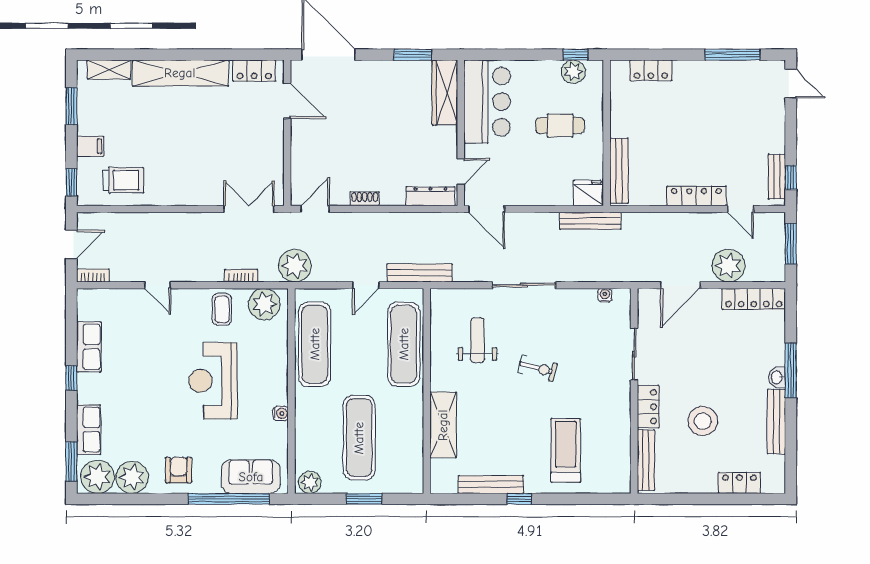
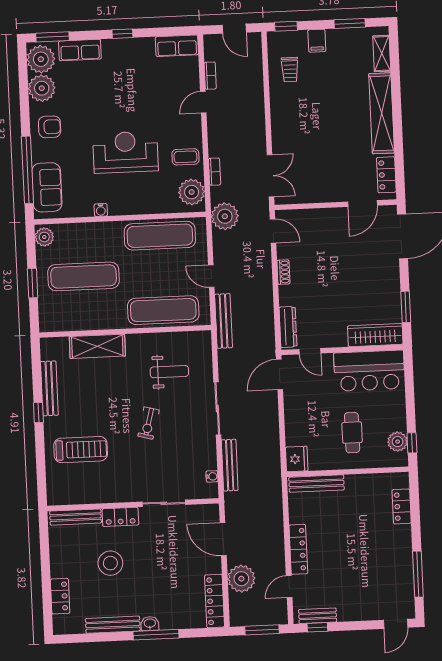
trolley: (123, 180) -> (290, 69), width x0.73, depth x0.72
bench: (590, 221) -> (230, 465), moved
bookcase: (93, 275) -> (210, 76), moved
row of seats: (89, 347) -> (177, 46), moved

